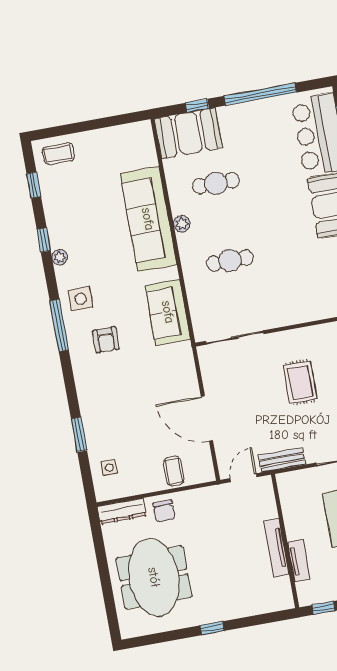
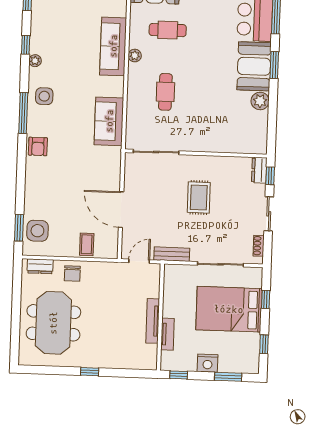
sofa: (148, 219) -> (113, 46), width x0.74, depth x0.79
cafe table: (230, 260) -> (165, 92), turned 90
armchair: (106, 340) -> (38, 146), moved
window: (79, 435) -> (19, 228), moved
side table: (109, 468) -> (37, 231), width x1.87, depth x1.87
dresser: (122, 511) -> (40, 266), width x0.70

